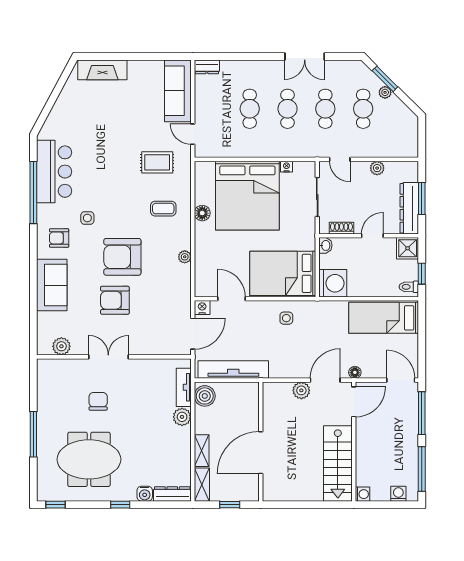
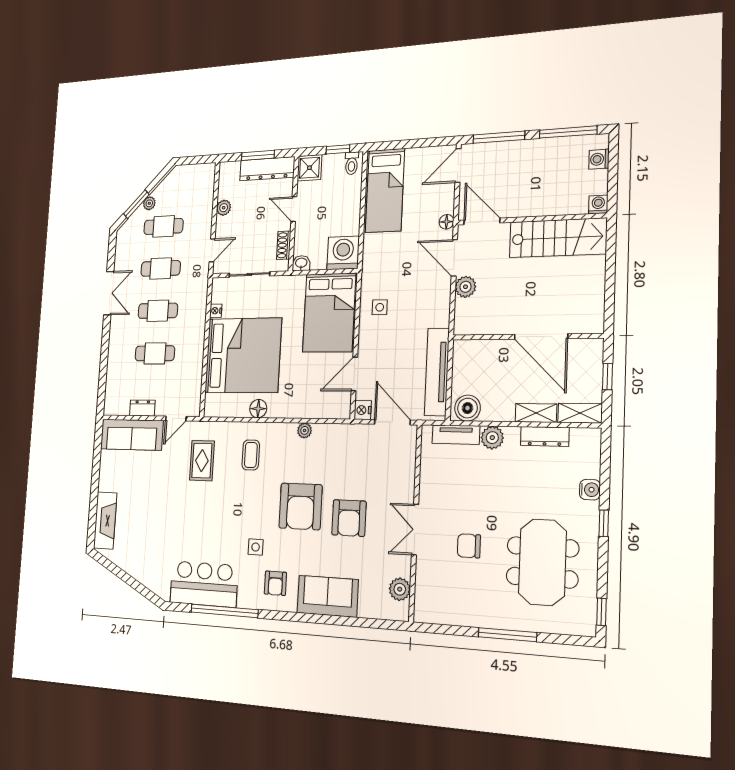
dresser: (207, 67) -> (142, 408), moved, turned -90
dresser: (172, 494) -> (545, 436), moved, turned -90

